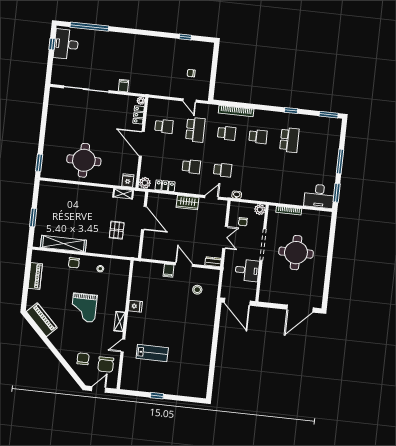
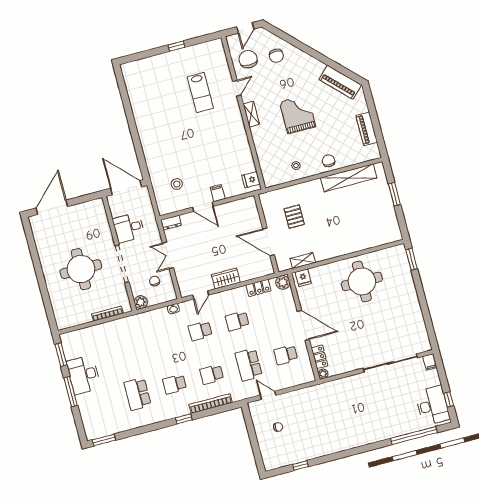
filing cabinet: (124, 86) -> (430, 362), moved
window: (291, 110) -> (184, 419), moved
desk: (319, 196) -> (84, 375), moved, turned -90
fridge: (135, 306) -> (251, 180), moved
lab bench: (152, 353) -> (200, 92), turned -90

